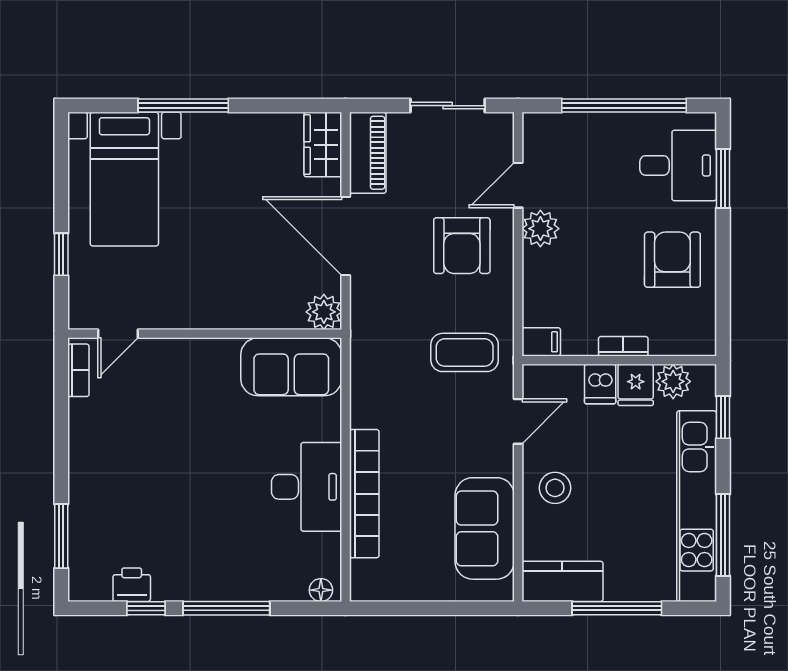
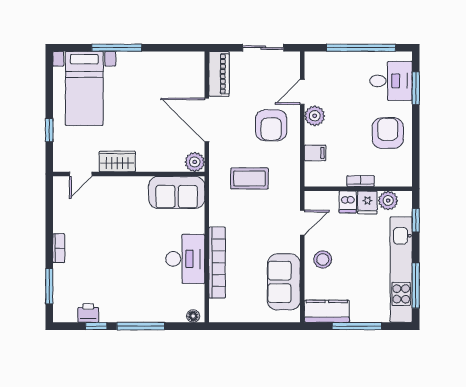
wardrobe: (323, 145) -> (117, 161), moved, turned 90
filing cabinet: (541, 342) -> (315, 153), moved
coffee table: (465, 352) -> (249, 178), moved
bookcase: (78, 370) -> (59, 248), moved

